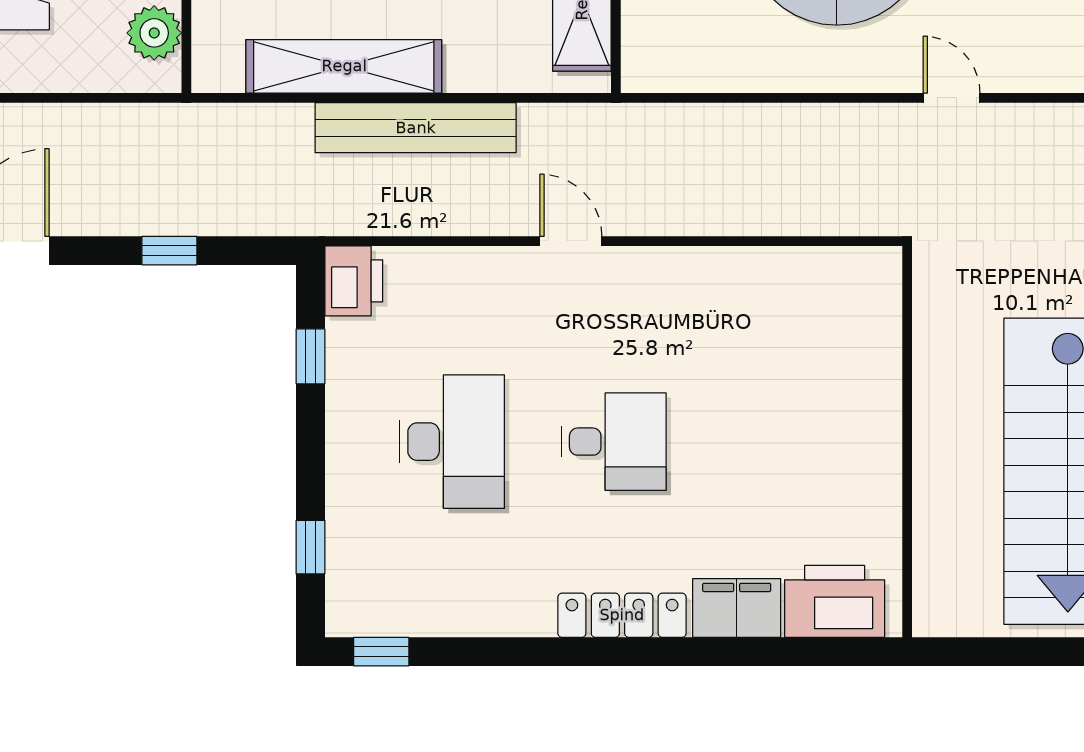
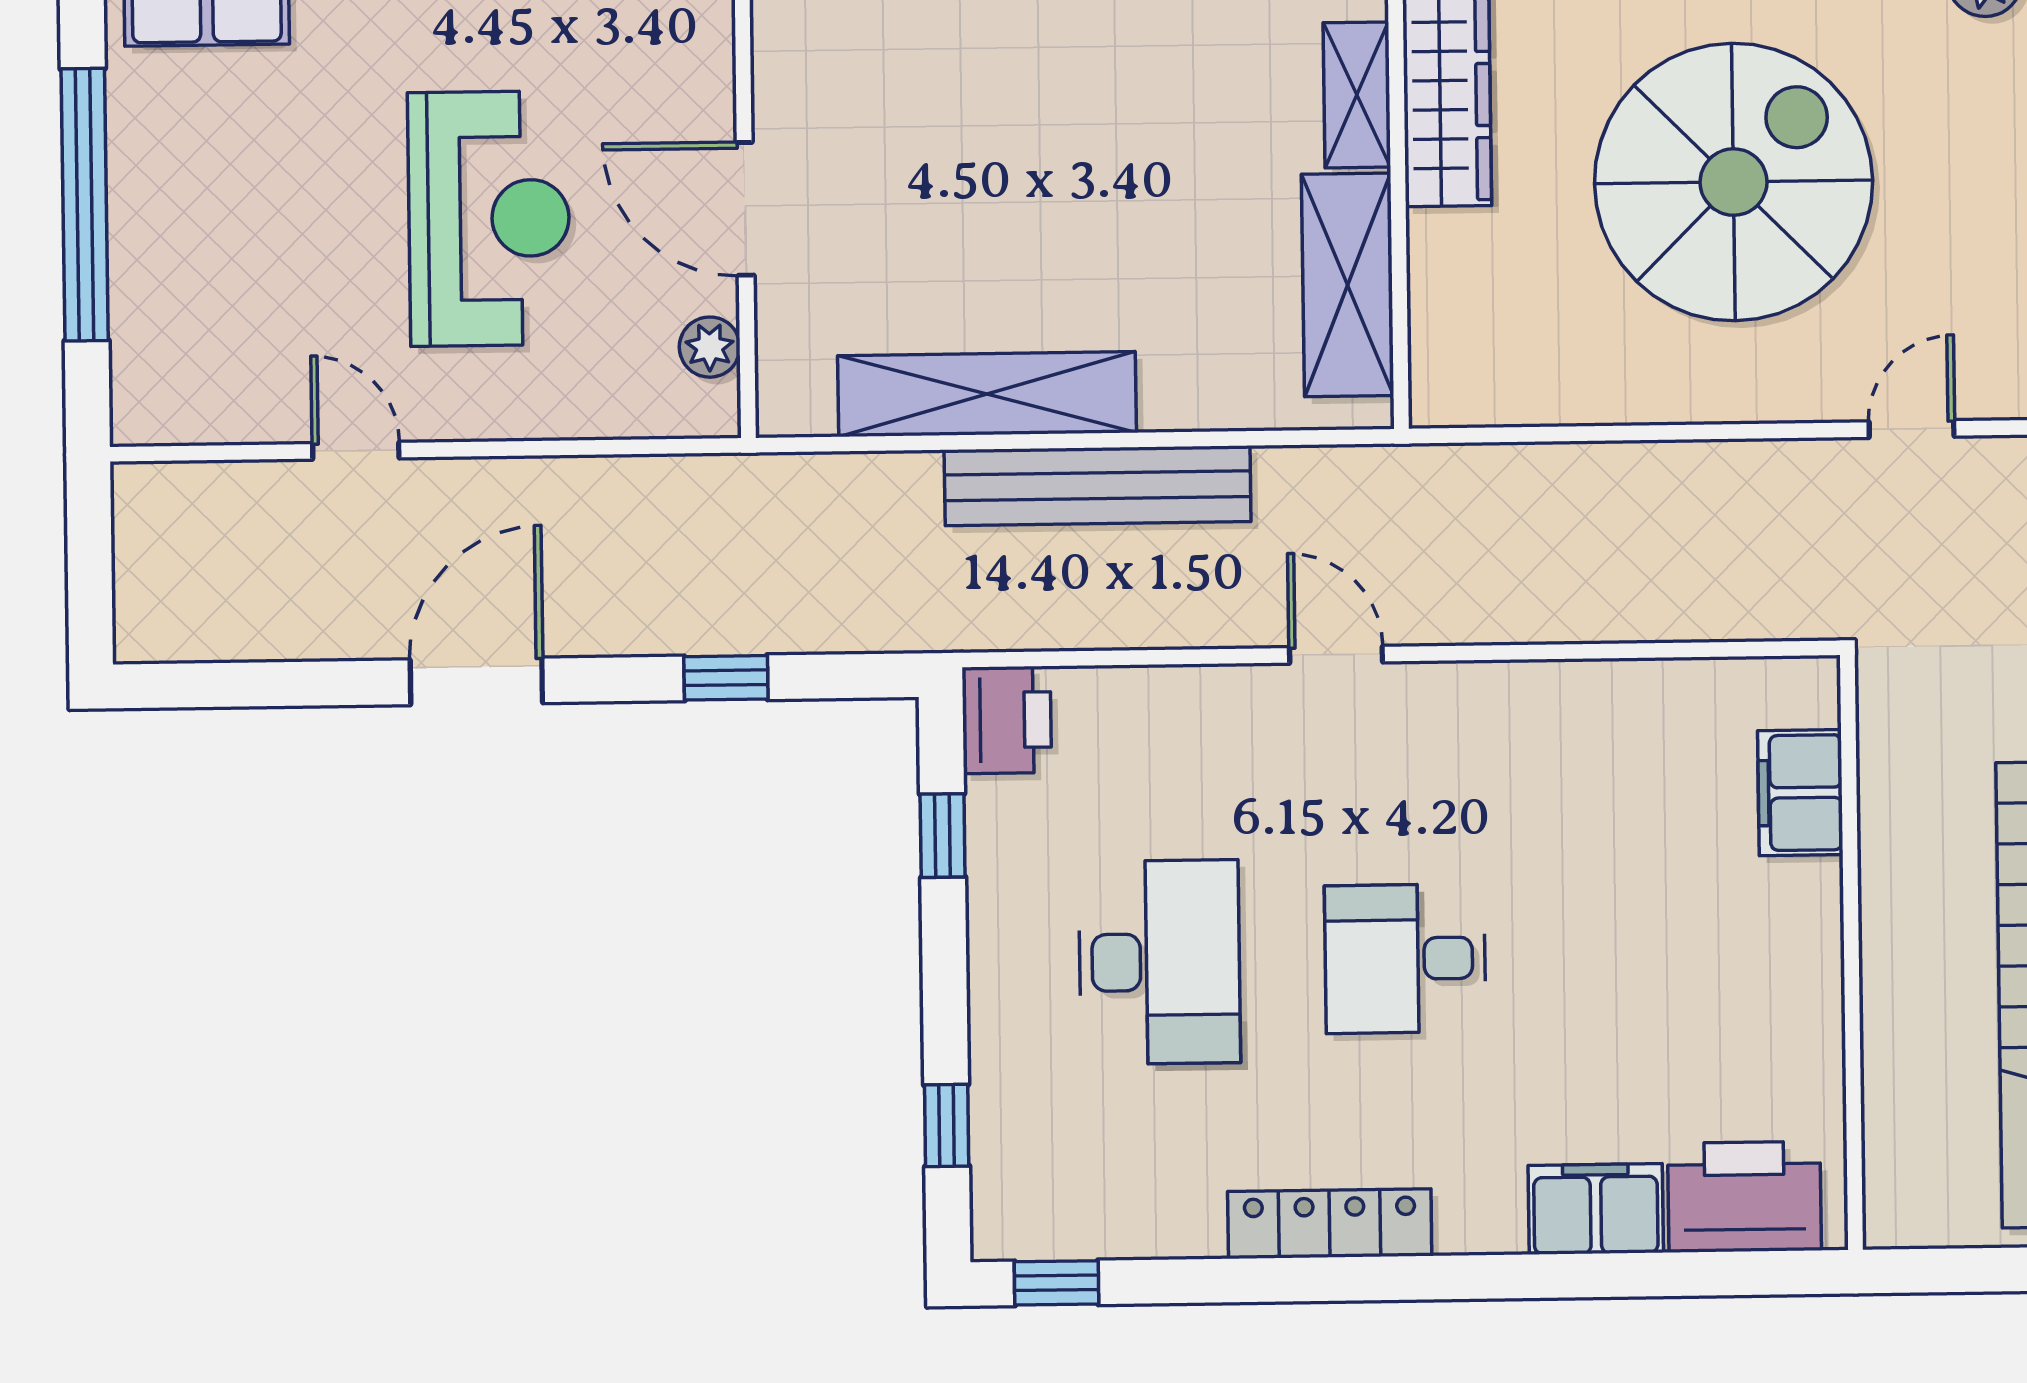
plant: (154, 33) -> (710, 347), width x0.73, depth x0.73
door: (952, 98) -> (1912, 429), hinge flipped
filing cabinet: (875, 336) -> (1800, 793), added
desk: (614, 442) -> (1405, 959), turned 180
locker: (622, 615) -> (1330, 1224), moved

